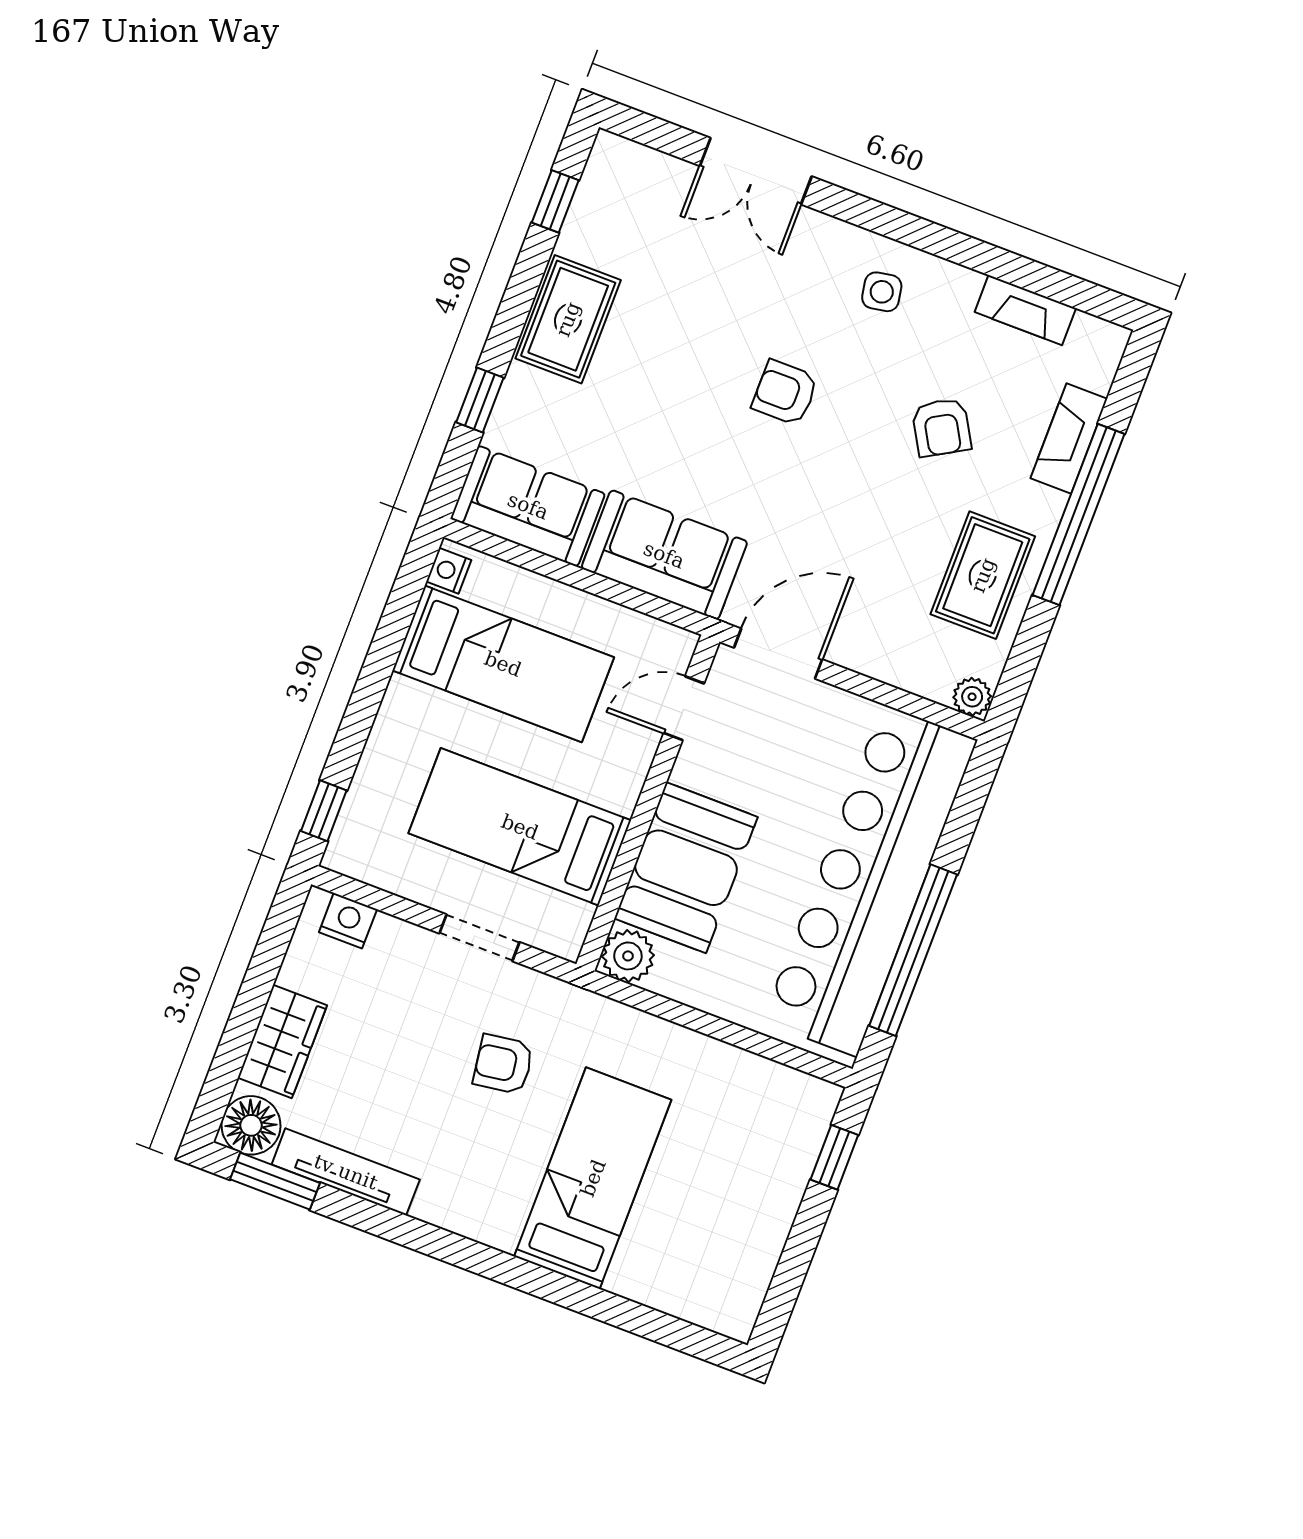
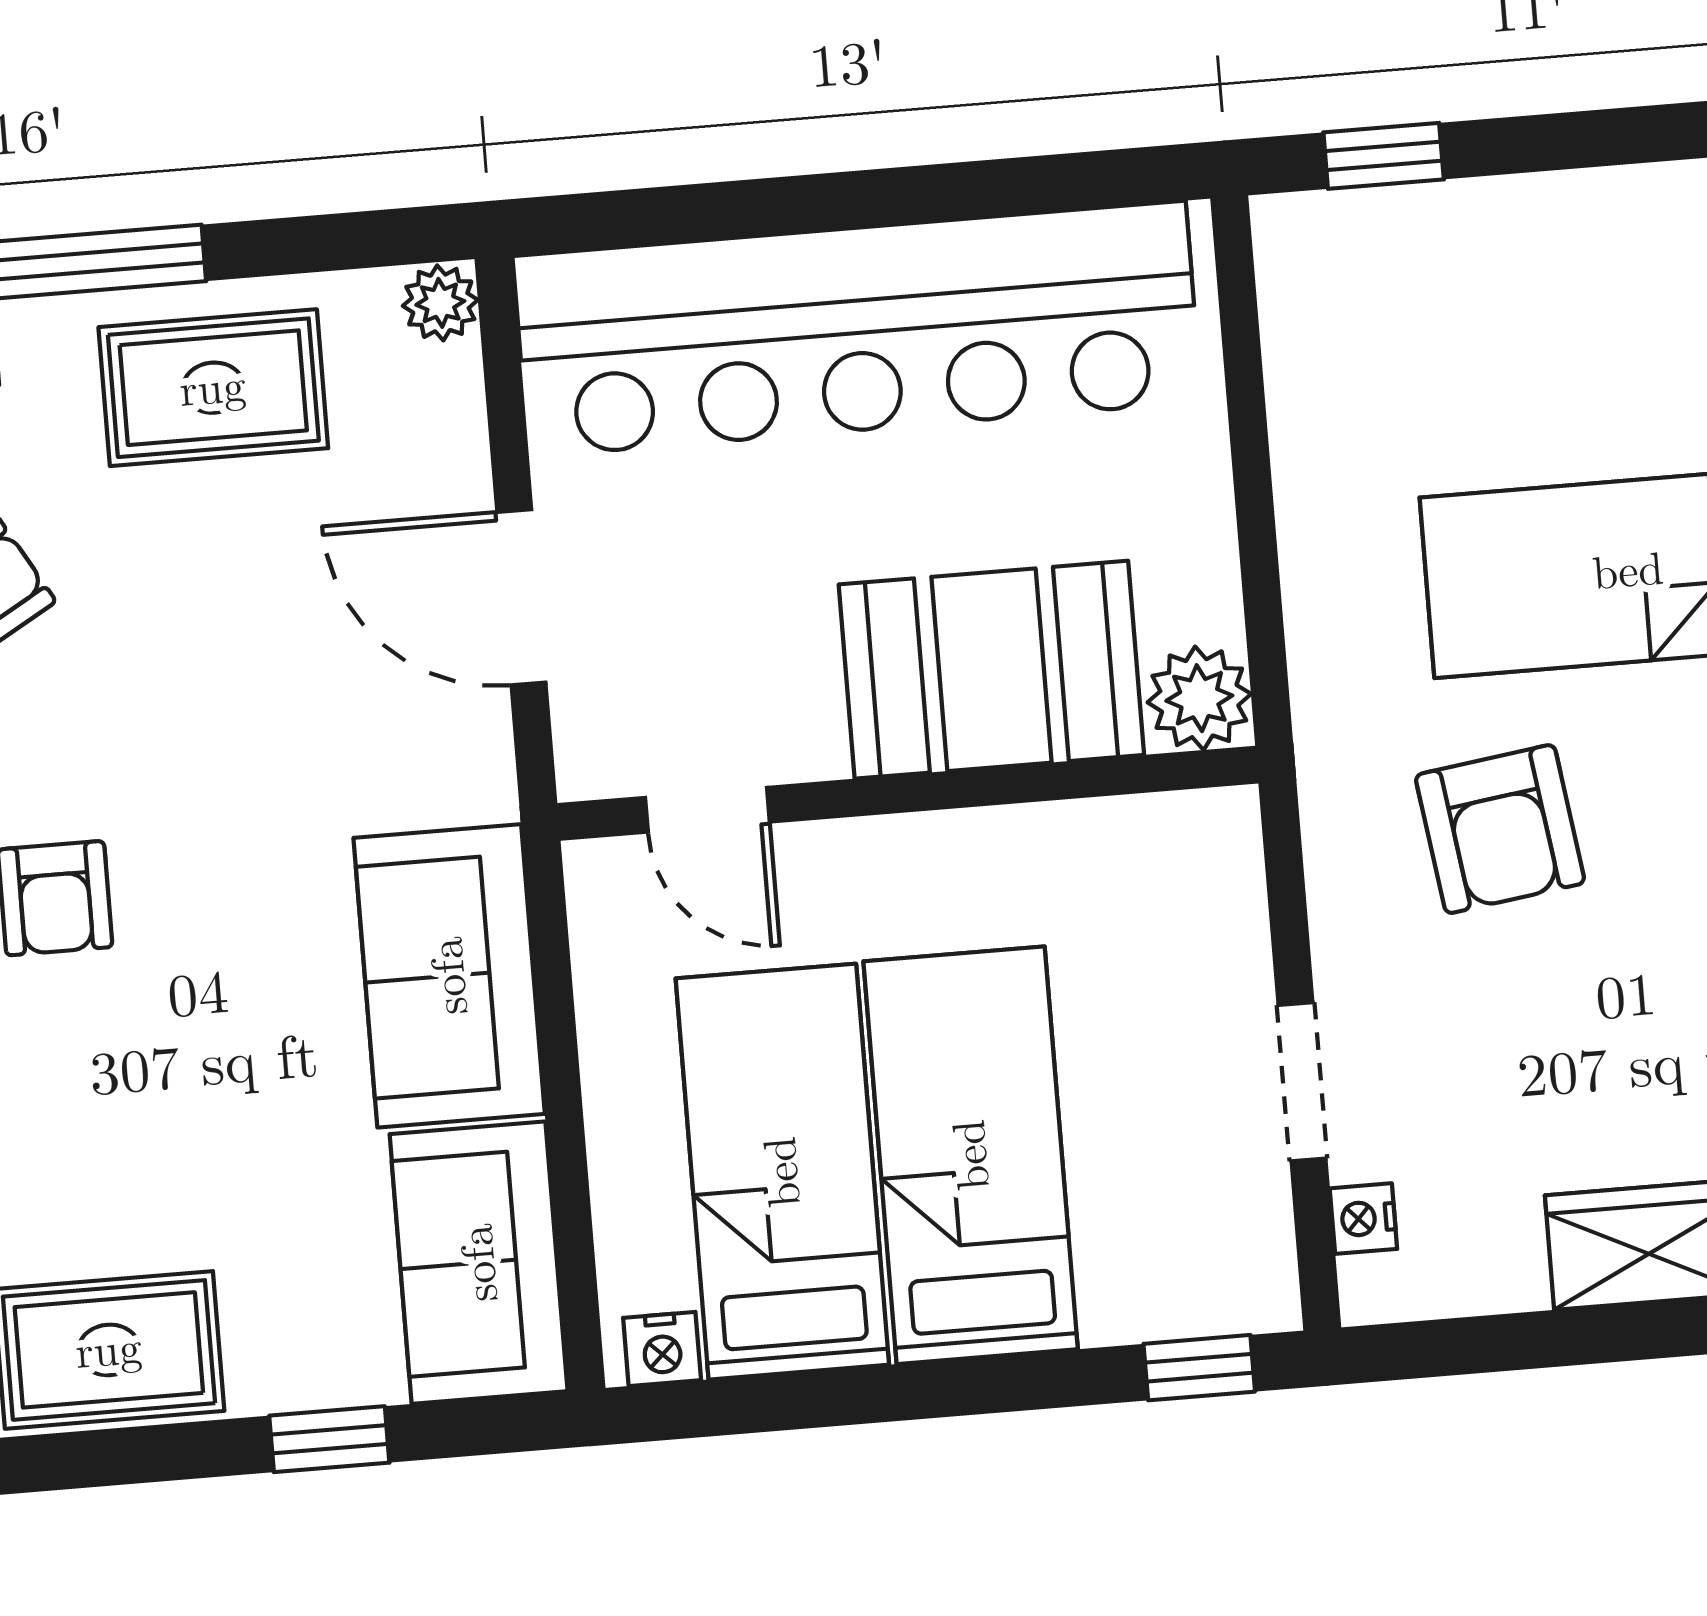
door: (778, 654) -> (521, 597), moved
bed: (520, 827) -> (971, 1155), moved, turned 180
nightstand: (348, 921) -> (1363, 1219), width x0.72, depth x0.74
doorway: (479, 938) -> (1302, 1082), moved
window: (913, 950) -> (945, 192), removed
armchair: (503, 1064) -> (1500, 829), width x1.38, depth x1.38

